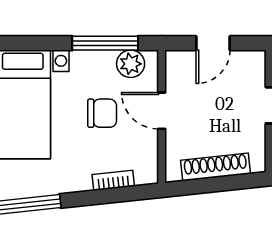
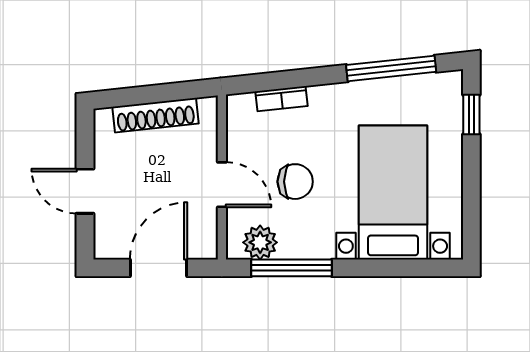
door: (213, 43) -> (159, 268), width x1.38
chair: (102, 113) -> (295, 182), turned 180

